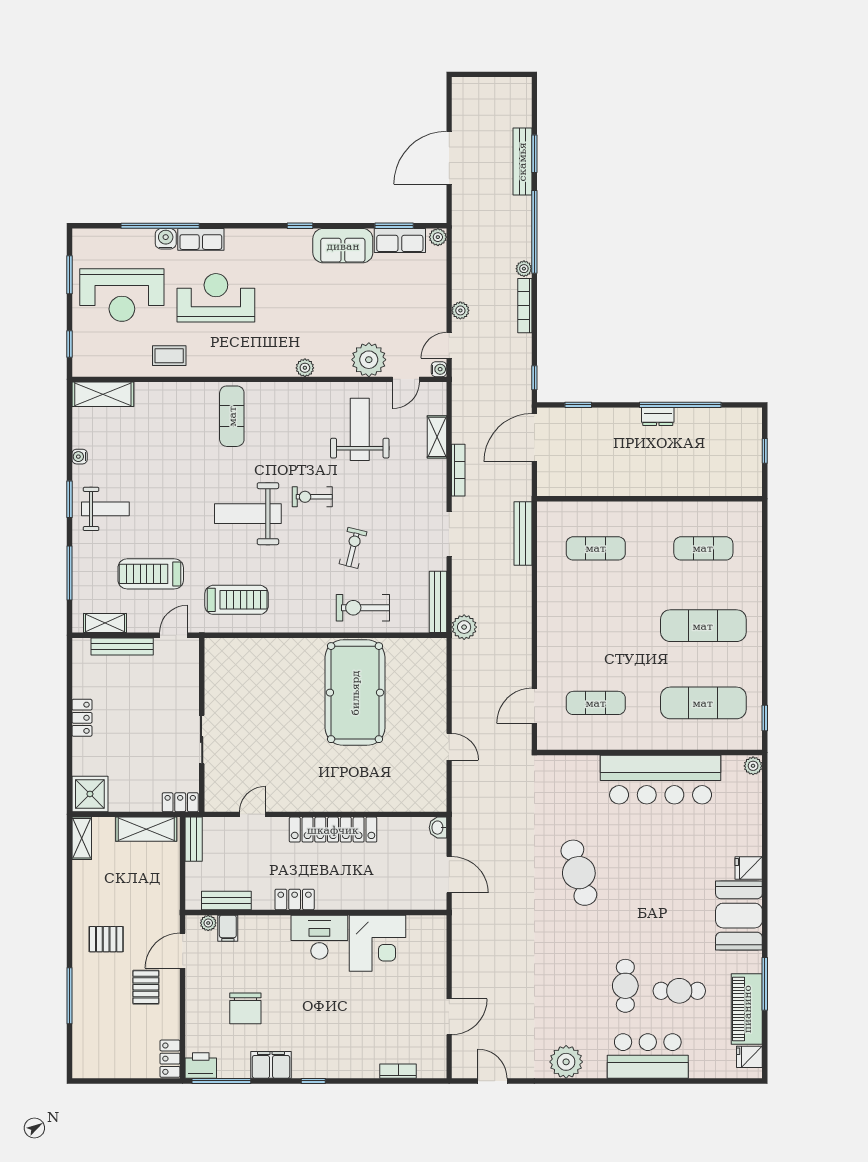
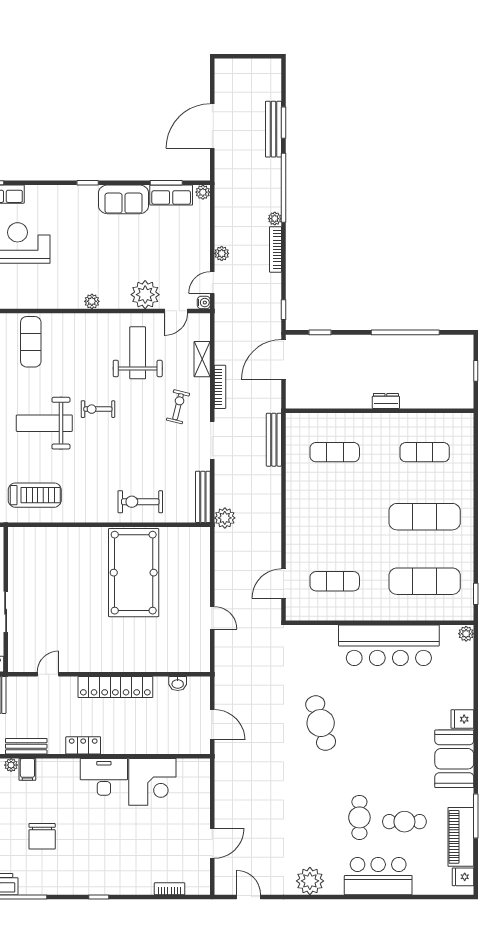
dresser: (658, 417) -> (386, 401), moved, turned 180
exercise bike: (353, 548) -> (178, 407), moved
washbasin: (438, 828) -> (178, 684), moved, turned -90
filing cabinet: (271, 1065) -> (64, 884), removed

